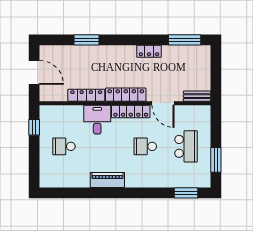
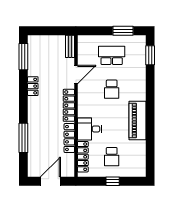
window: (86, 40) -> (23, 138), width x1.44
locker: (131, 111) -> (83, 157), moved
window: (34, 127) -> (113, 181), moved
piano: (107, 180) -> (137, 121), width x1.37, depth x1.33

